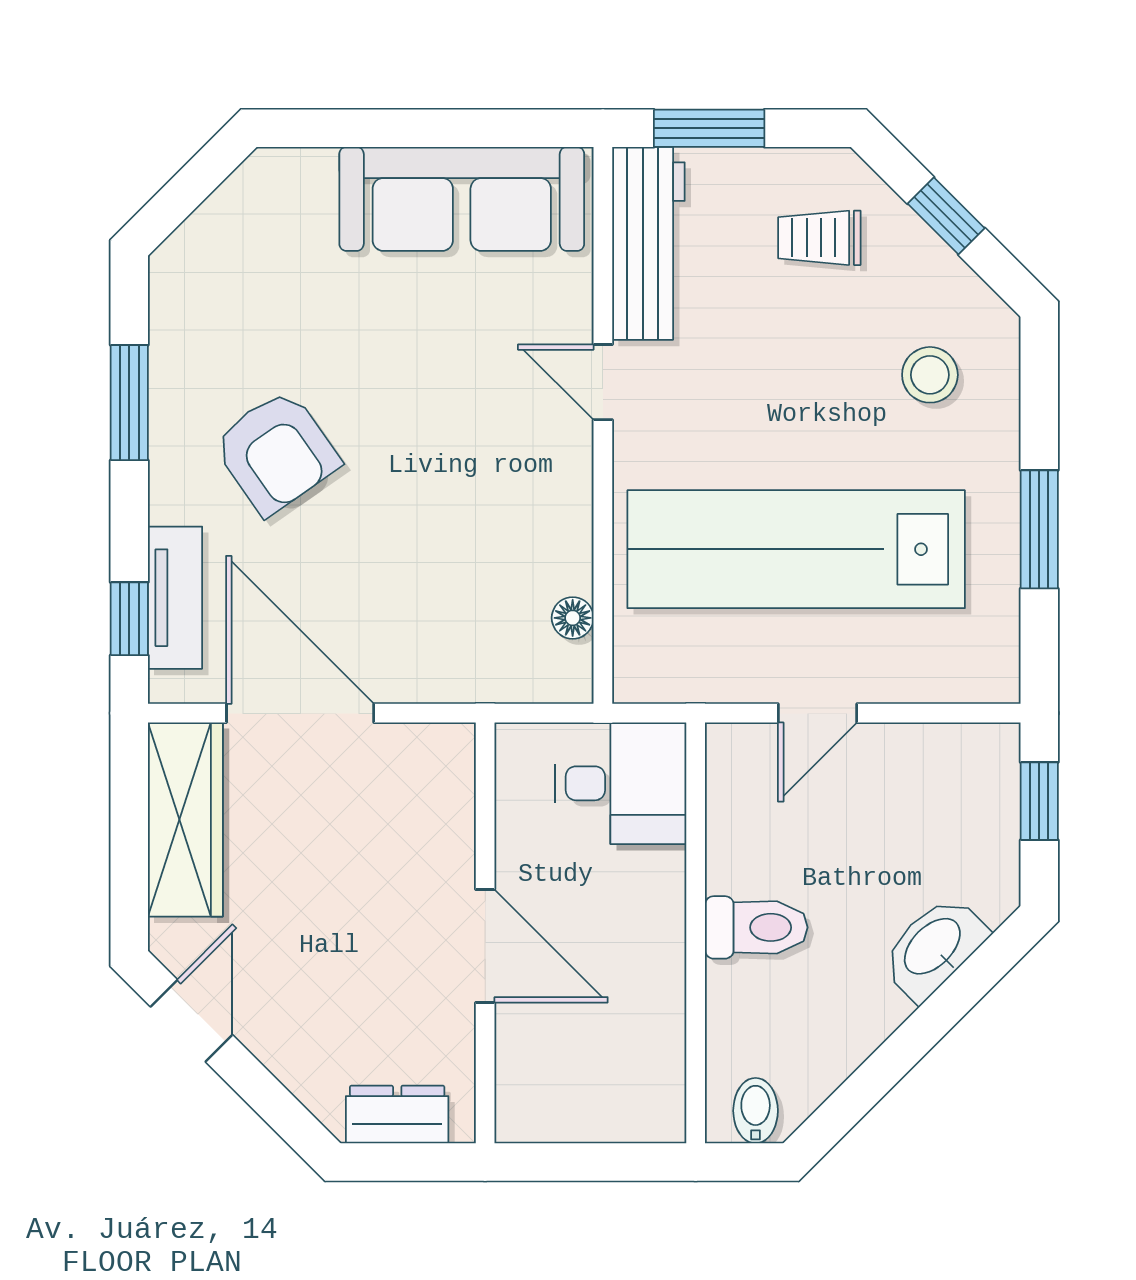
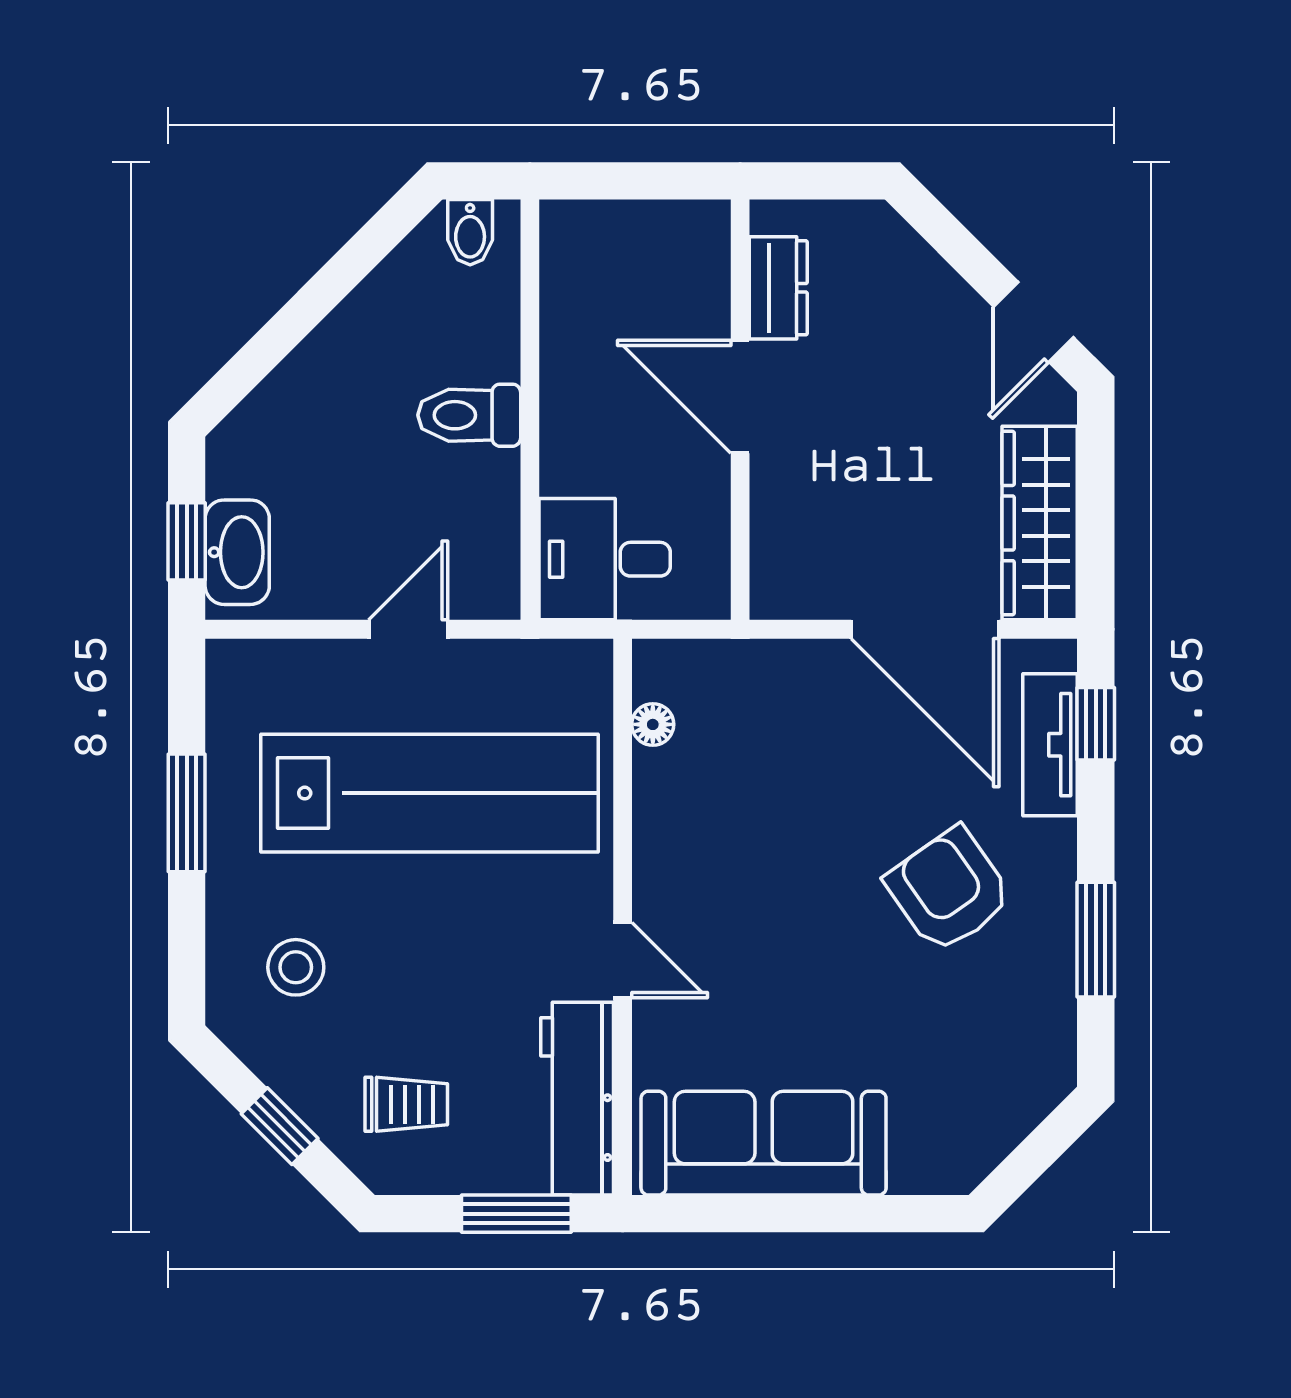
washbasin: (934, 948) -> (237, 552), moved, turned -45
dresser: (397, 1115) -> (778, 288), moved, turned -90

